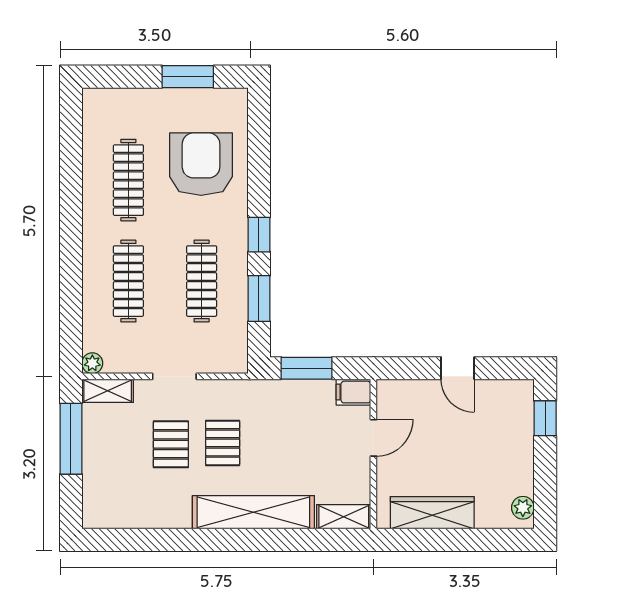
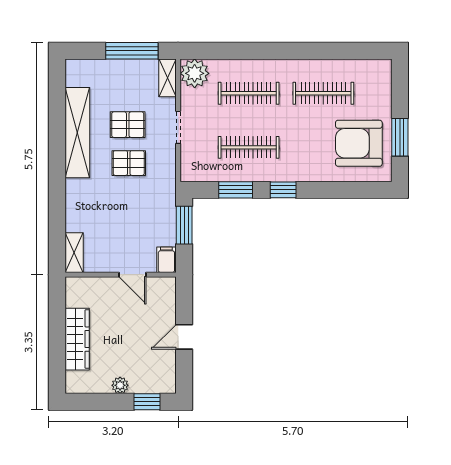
armchair: (201, 164) -> (359, 143), moved, turned 180
plant: (92, 363) -> (195, 73), width x1.88, depth x1.88
plant: (523, 508) -> (120, 385), moved
shelving: (253, 512) -> (77, 133), moved
wardrobe: (432, 513) -> (77, 339), moved

